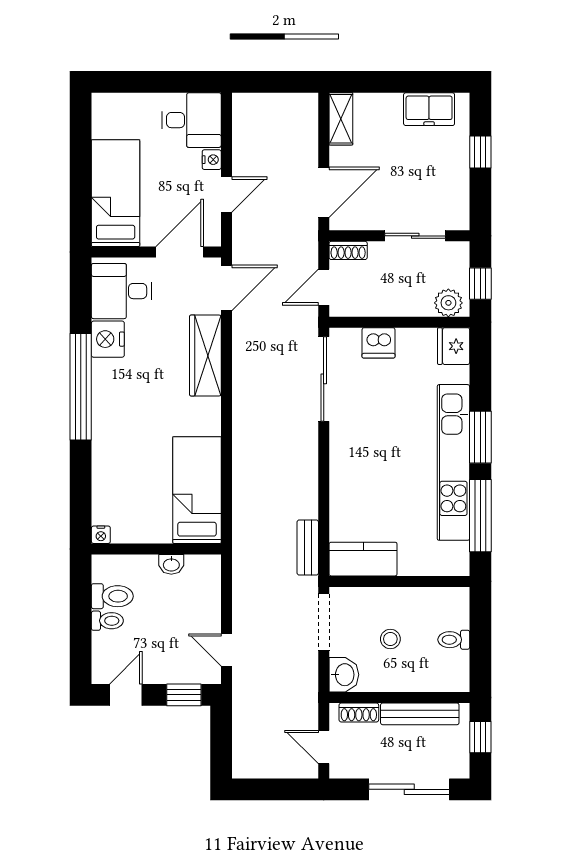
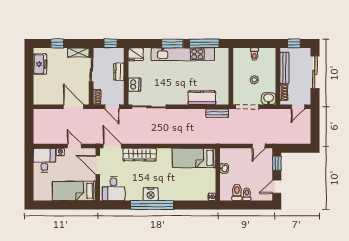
shelving: (341, 119) -> (78, 53), moved
plant: (448, 303) -> (118, 56), removed
dresser: (410, 304) -> (119, 72), added
nightstand: (108, 339) -> (151, 194), moved
kitchen counter: (363, 559) -> (202, 98), moved, turned 90
door: (126, 695) -> (277, 187), hinge flipped

